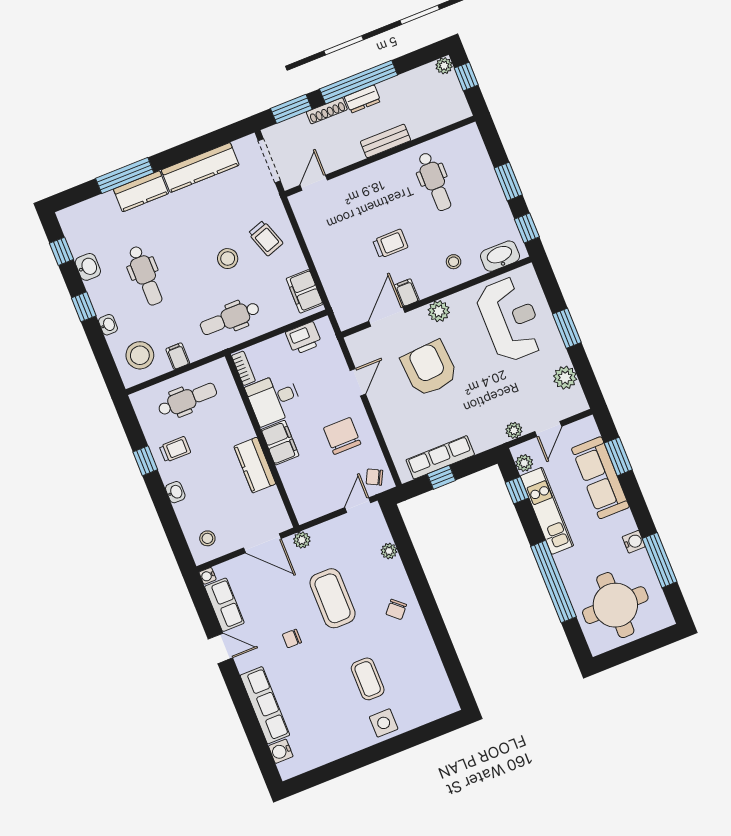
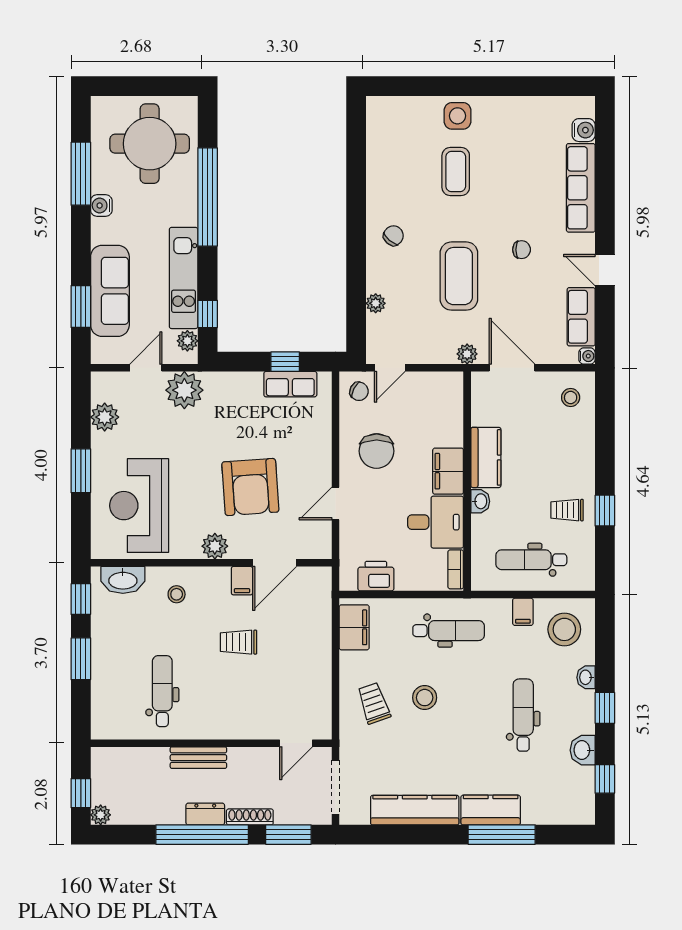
plant: (514, 430) -> (184, 390), width x1.88, depth x1.88
row of seats: (440, 457) -> (290, 384), width x0.68
washbasin: (175, 492) -> (480, 501), moved, turned 180

